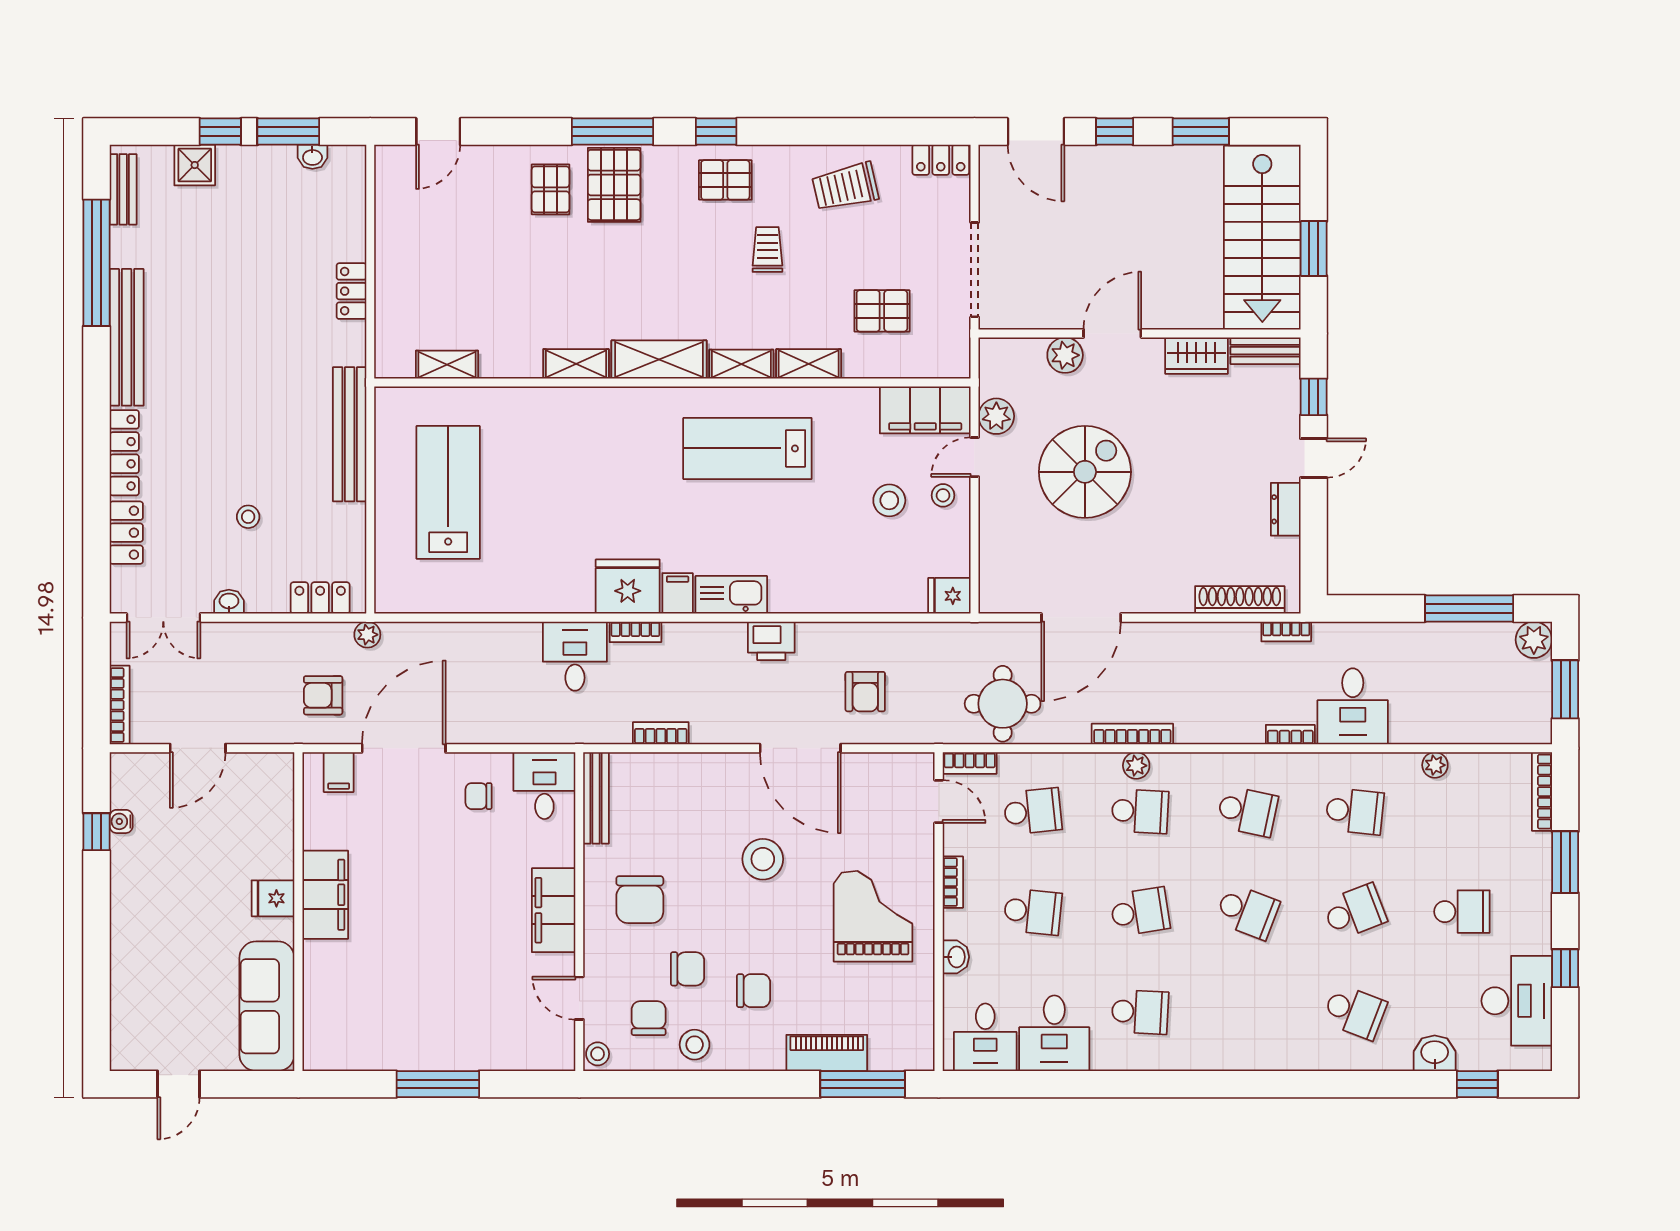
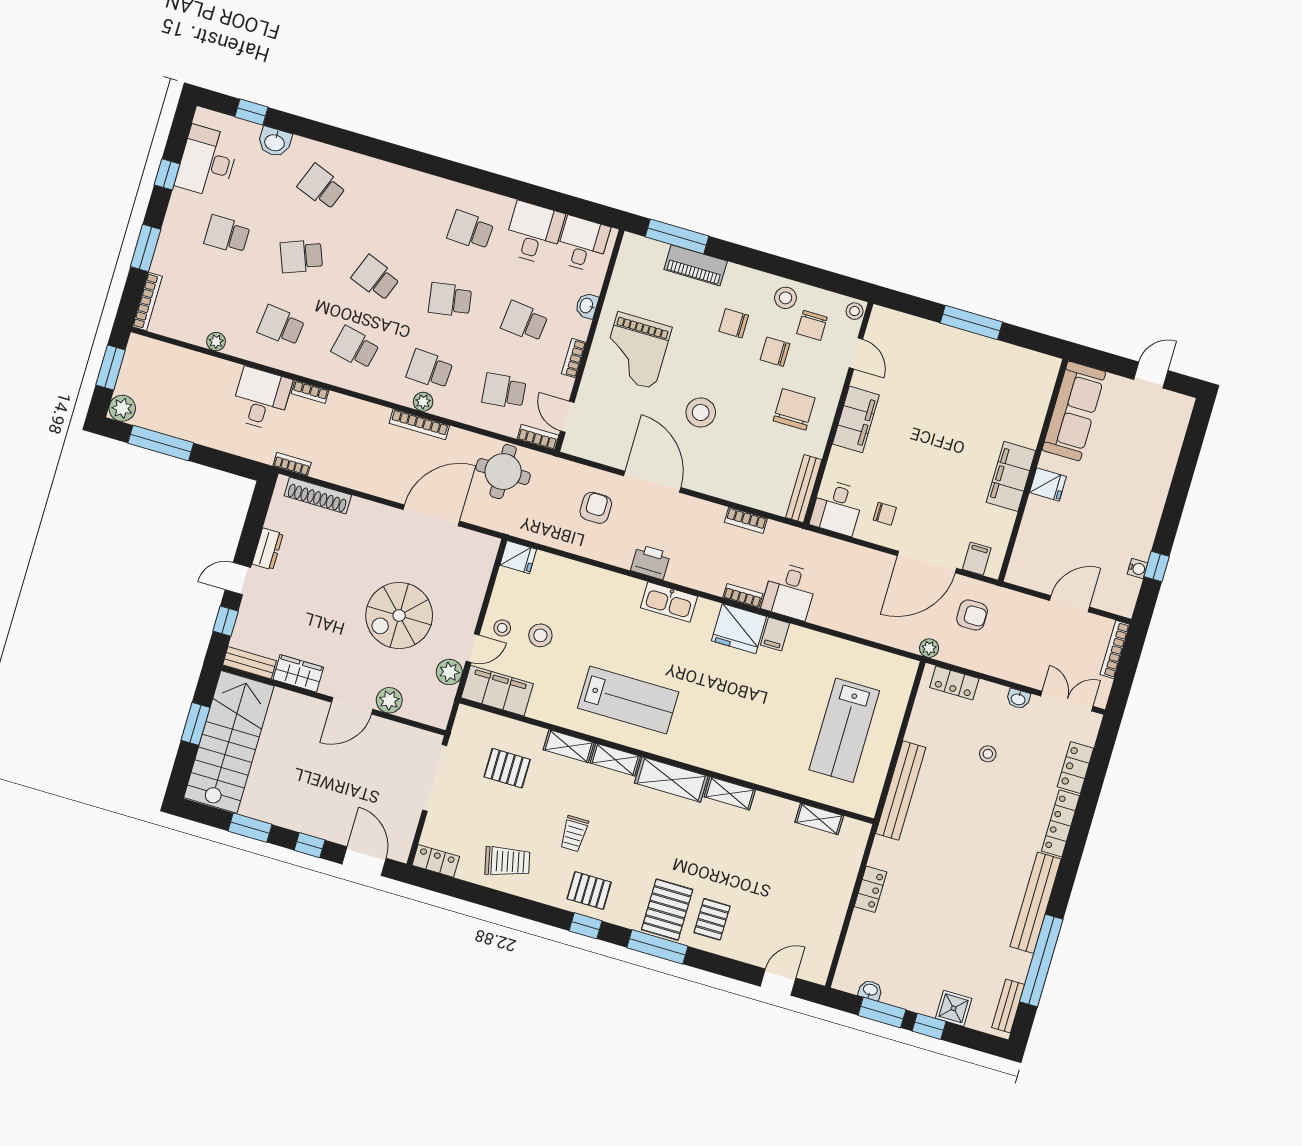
filing cabinet: (678, 593) -> (775, 634), moved

